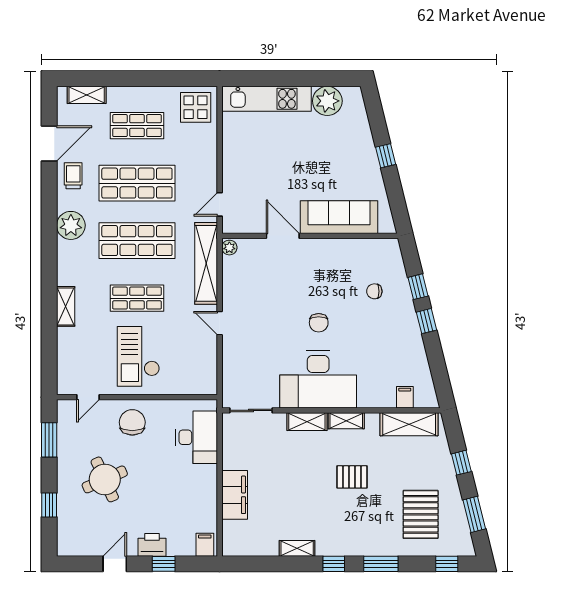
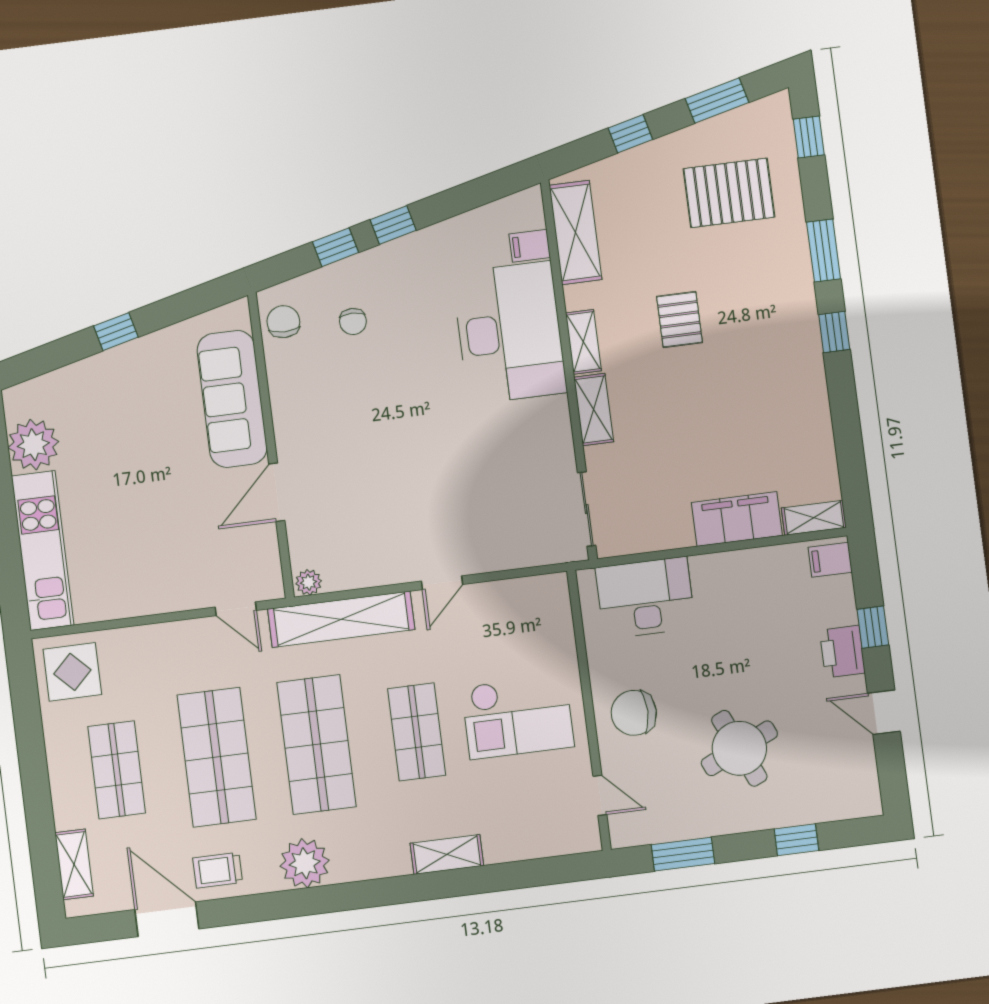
chair: (319, 323) -> (283, 322), moved, turned -90
desk: (318, 379) -> (510, 333), moved
shelving: (297, 548) -> (814, 518), moved, turned 90

